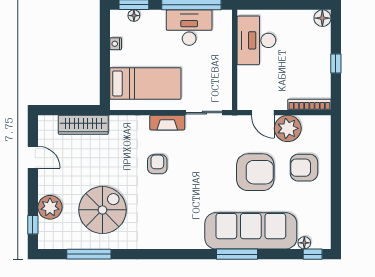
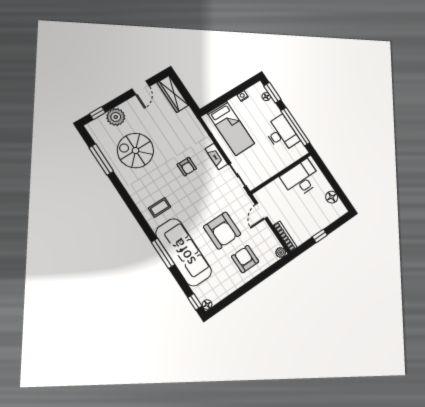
floor lamp: (322, 18) -> (332, 197), moved
wardrobe: (83, 125) -> (173, 94), moved
plant: (288, 128) -> (281, 252), moved, width x0.53, depth x0.53
armchair: (157, 164) -> (187, 167), turned 90
spiral stairs: (102, 210) -> (135, 151), turned 180
coffee table: (184, 225) -> (160, 208), added
floor lamp: (304, 243) -> (207, 305), moved

